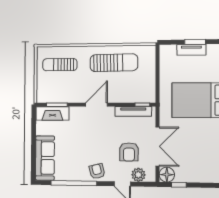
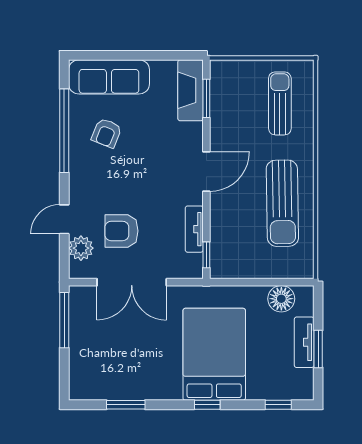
door: (96, 105) -> (206, 172), hinge flipped
tv unit: (133, 111) -> (194, 229), width x0.71
armchair: (97, 171) -> (107, 133), moved, turned 126
floor lamp: (167, 175) -> (281, 299), moved
window: (179, 185) -> (64, 320), width x2.17

